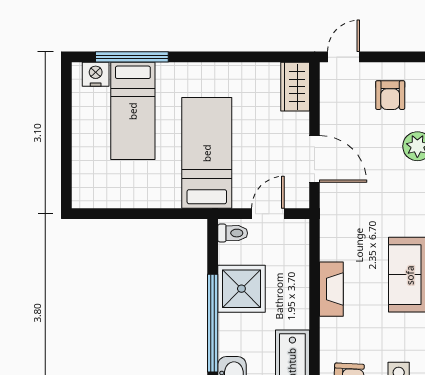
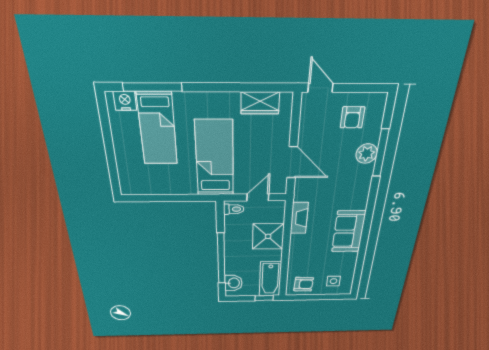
door: (343, 57) -> (320, 88), hinge flipped
wardrobe: (295, 87) -> (260, 103), moved, turned -90
shower: (241, 289) -> (268, 236), moved
fireplace: (331, 289) -> (299, 218), moved

